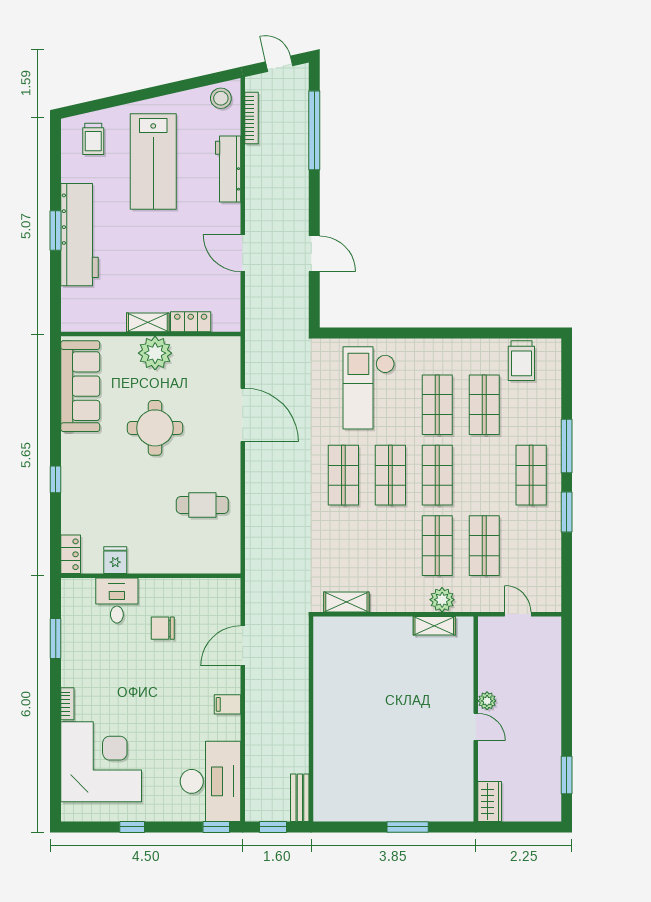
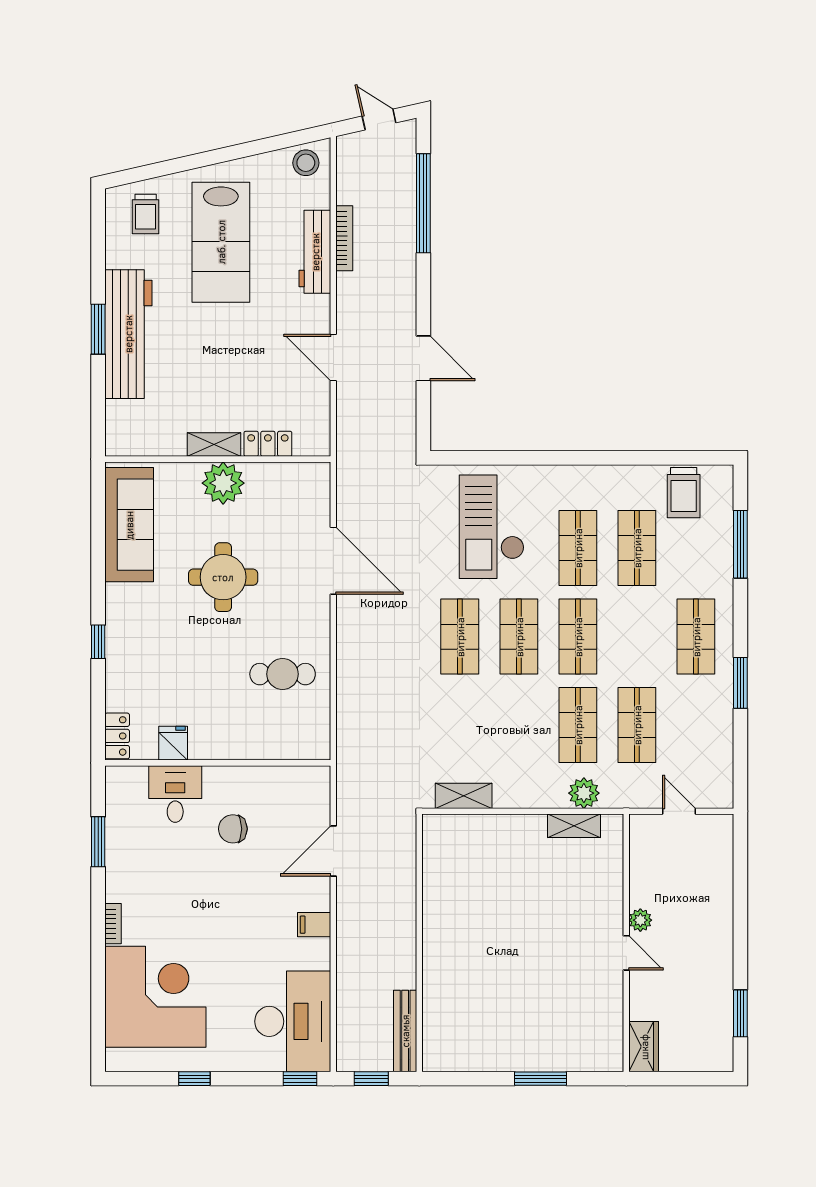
bookcase: (251, 118) -> (344, 238), moved
window: (567, 446) -> (740, 544), moved
bench: (300, 798) -> (405, 1031), width x1.36

